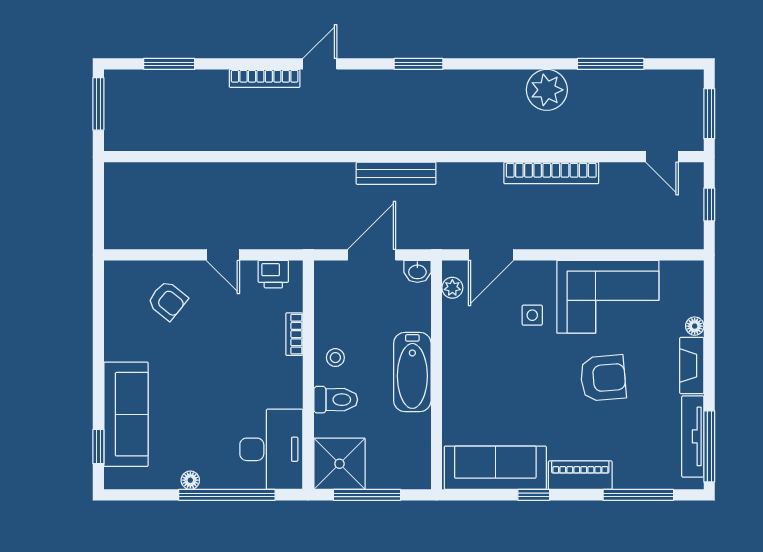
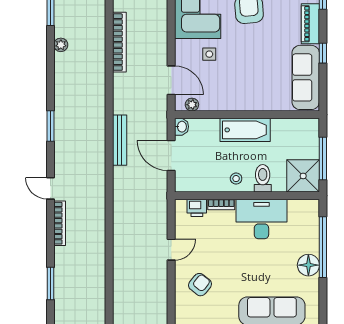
plant: (547, 90) -> (61, 45), width x0.53, depth x0.53
printer: (273, 274) -> (197, 208), moved, turned 90
desk: (271, 449) -> (261, 219), moved
floor lamp: (190, 480) -> (308, 265), width x1.89, depth x1.89

